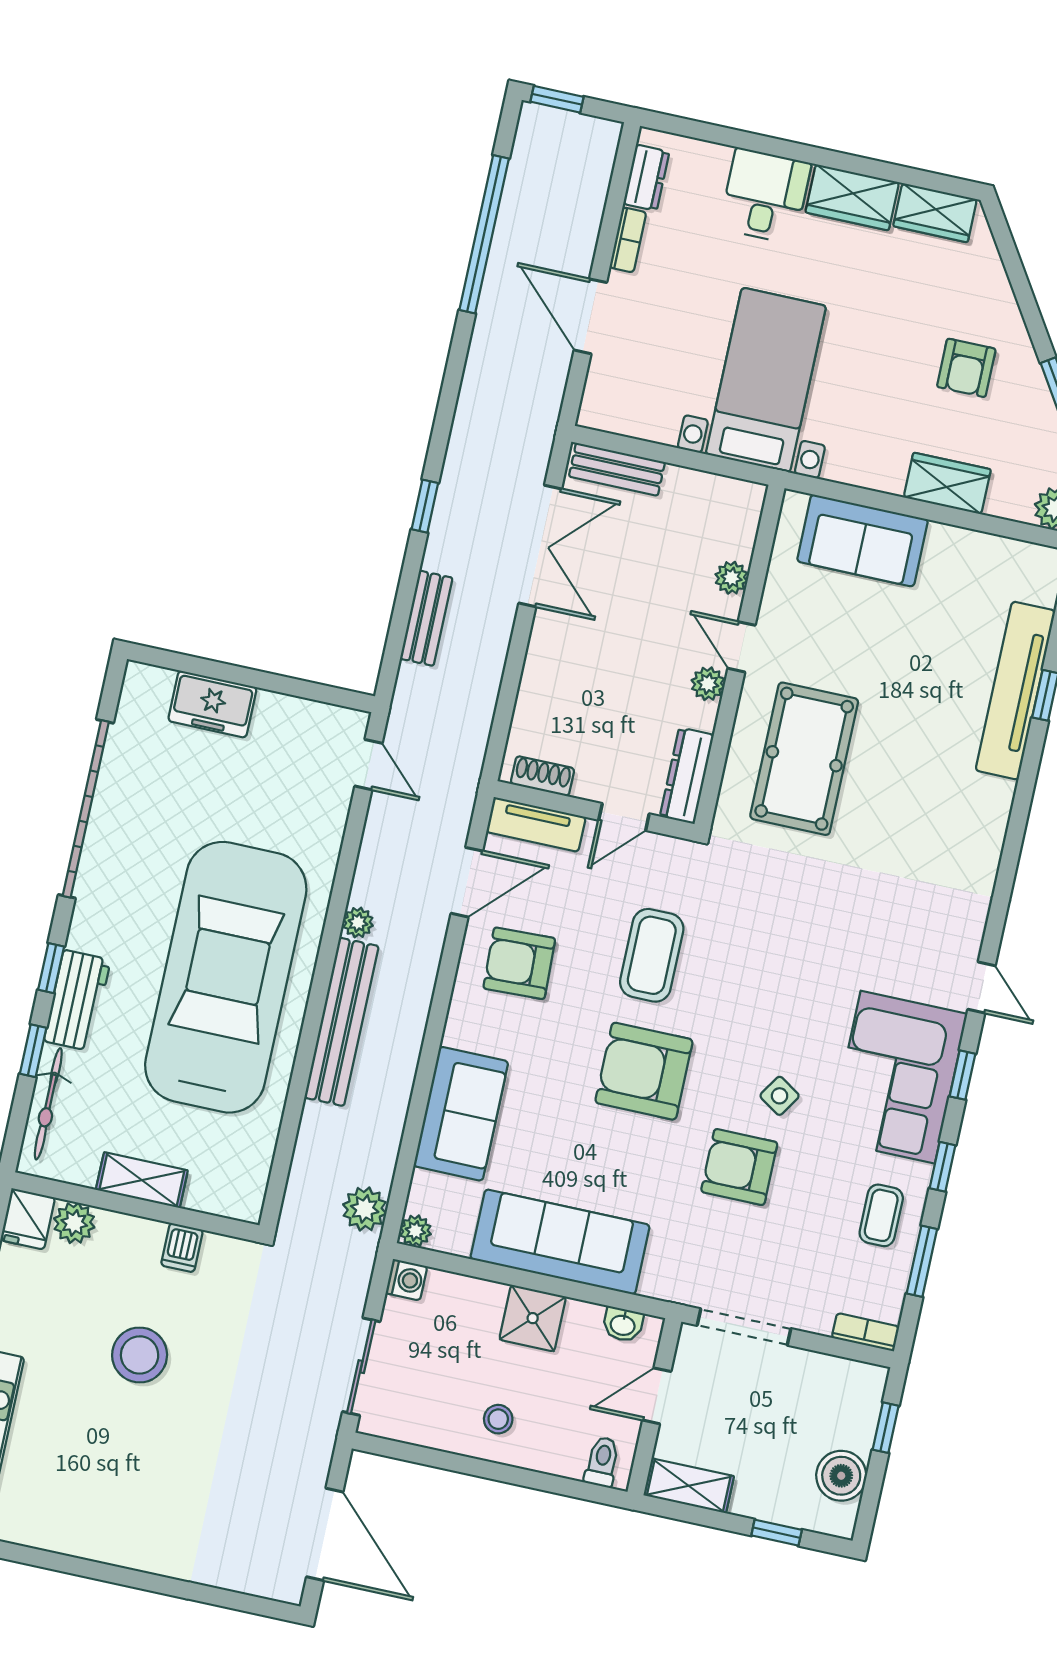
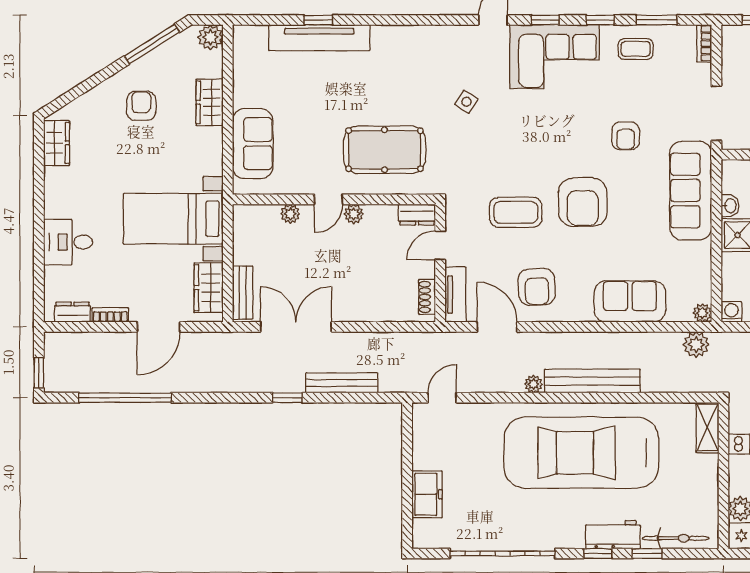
wardrobe: (852, 197) -> (209, 288), moved, turned 180
armchair: (966, 368) -> (141, 106), turned -90
bench: (426, 618) -> (342, 383), width x1.36
dresser: (687, 776) -> (417, 215), width x0.70
door: (624, 817) -> (440, 245), swing flipped
side table: (780, 1096) -> (466, 102), moved
armchair: (739, 1167) -> (626, 136), width x0.72, depth x0.72
shelving: (142, 1180) -> (707, 428), moved
sofa: (560, 1242) -> (691, 190), moved
washbasin: (623, 1324) -> (730, 206), moved

